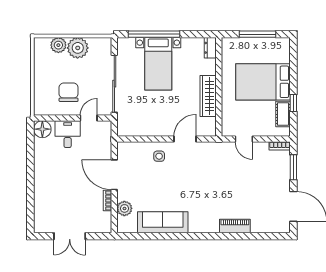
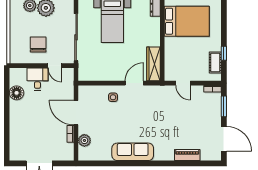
bed: (263, 82) -> (187, 21), moved, turned 180
wardrobe: (208, 96) -> (153, 64), moved
door: (89, 118) -> (55, 66), swing flipped
floor lamp: (42, 129) -> (17, 93), moved
sofa: (163, 222) -> (133, 152), moved
piano: (235, 226) -> (187, 155), moved

